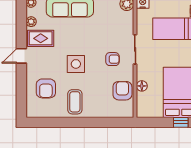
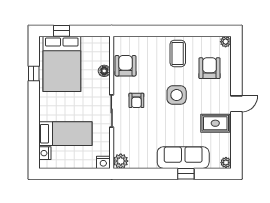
plant: (31, 22) -> (226, 42), moved
armchair: (112, 59) -> (136, 100), turned -90
armchair: (122, 91) -> (125, 66), turned 180

